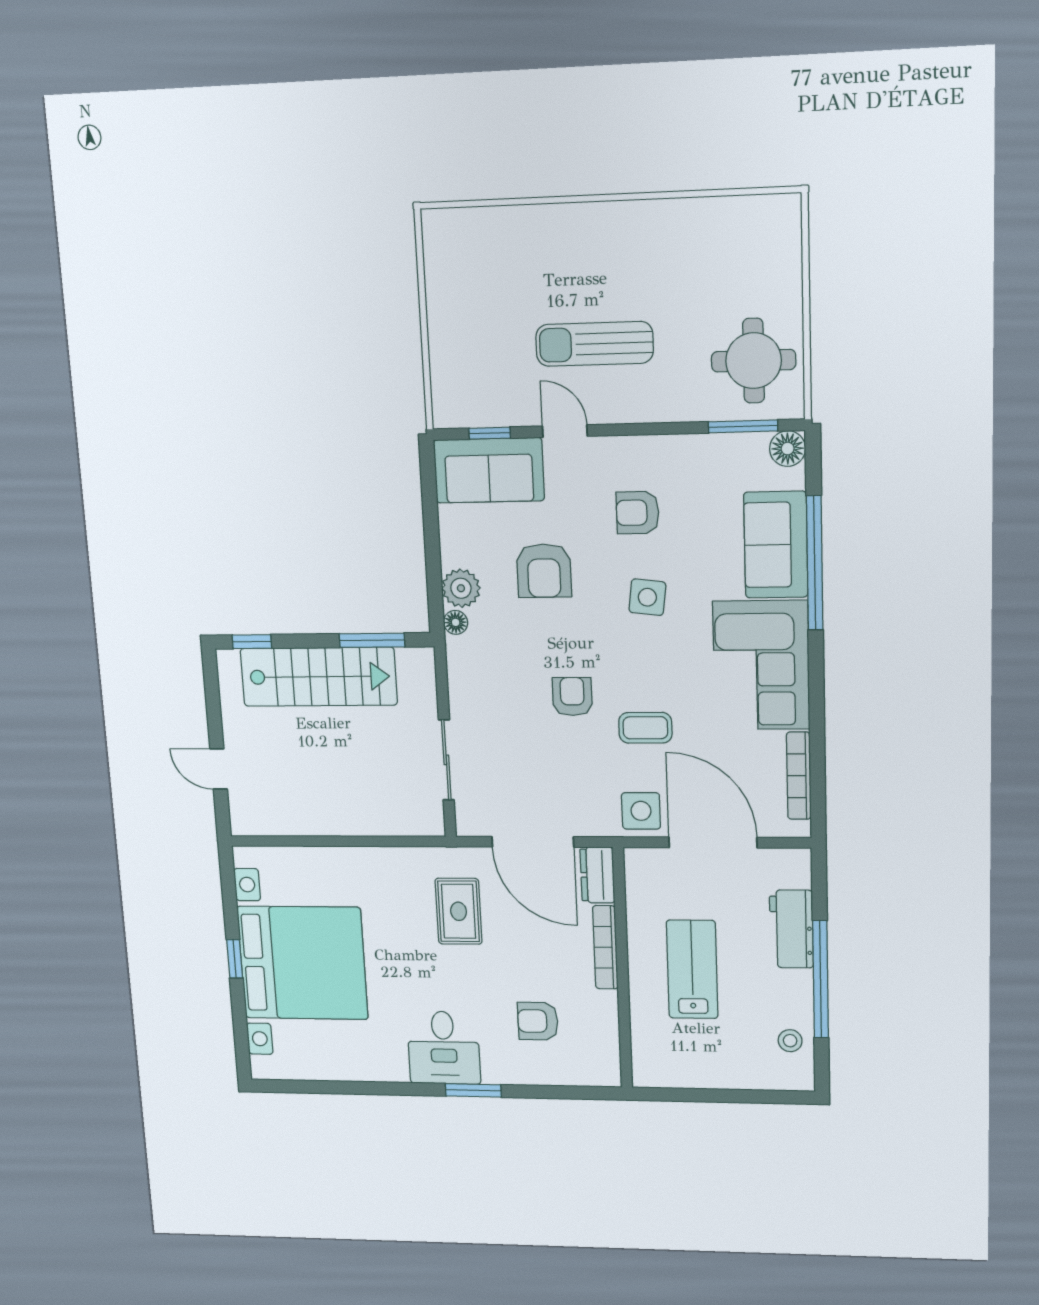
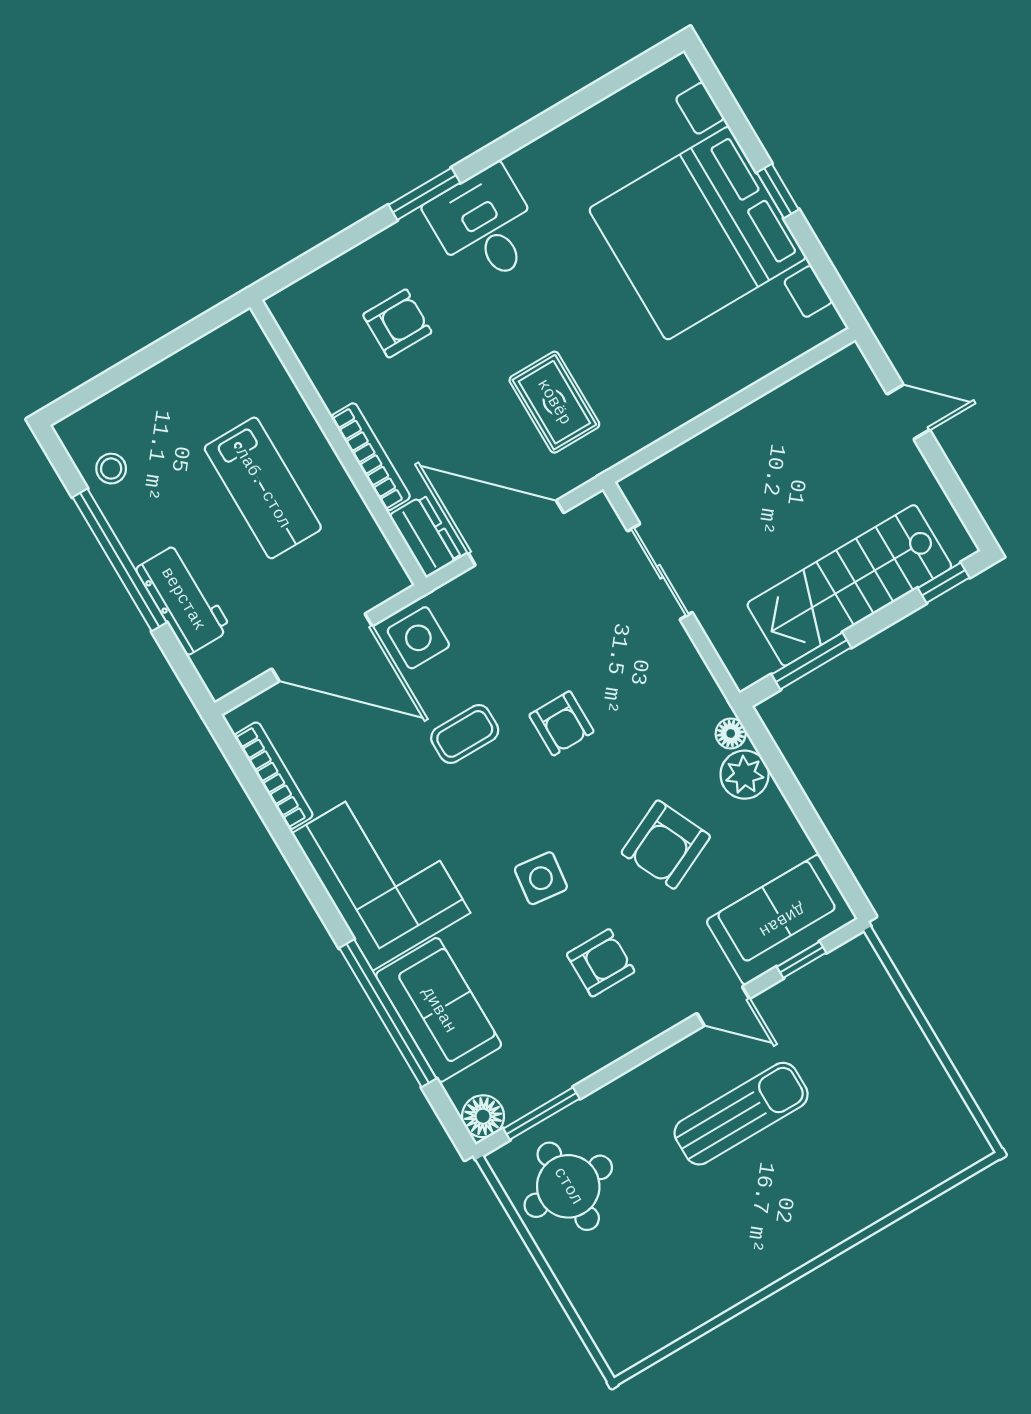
armchair: (544, 571) -> (666, 845), turned -115

